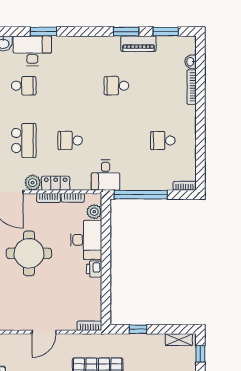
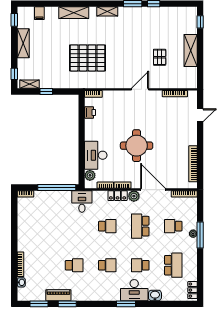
school desk: (163, 141) -> (107, 265), moved
printer: (94, 269) -> (90, 112), moved
window: (138, 329) -> (46, 91), moved
door: (44, 332) -> (140, 89), moved

